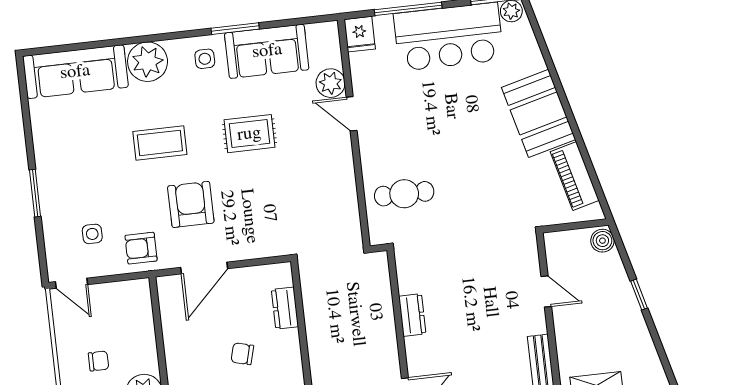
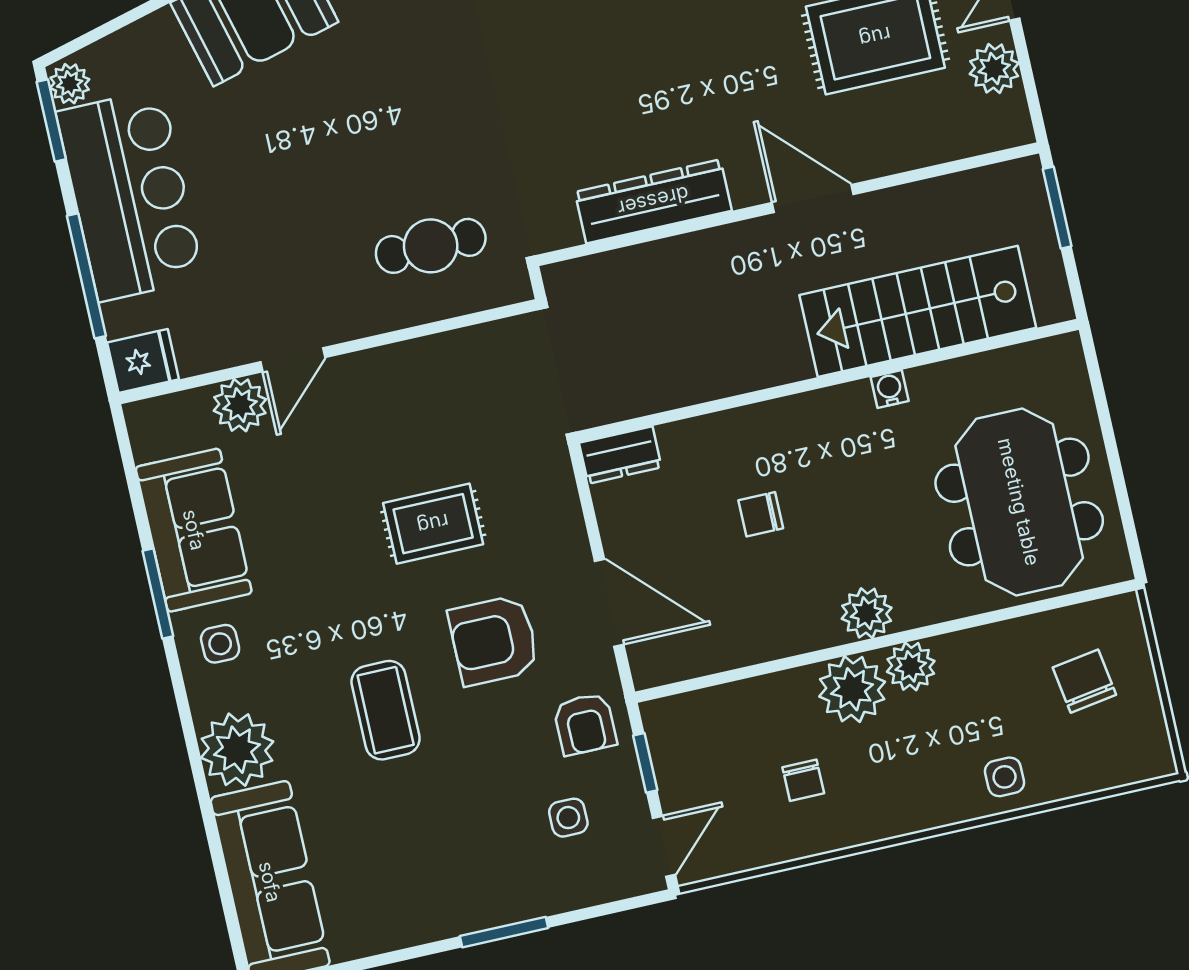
rug: (249, 134) -> (433, 524), moved, turned 90
cafe table: (404, 194) -> (431, 246), turned 90
window: (117, 278) -> (645, 763), added
dresser: (285, 308) -> (620, 455), moved
dresser: (412, 315) -> (653, 201), width x1.96, depth x1.24
chair: (242, 354) -> (761, 514), turned 75
chair: (99, 361) -> (803, 780), turned 180

